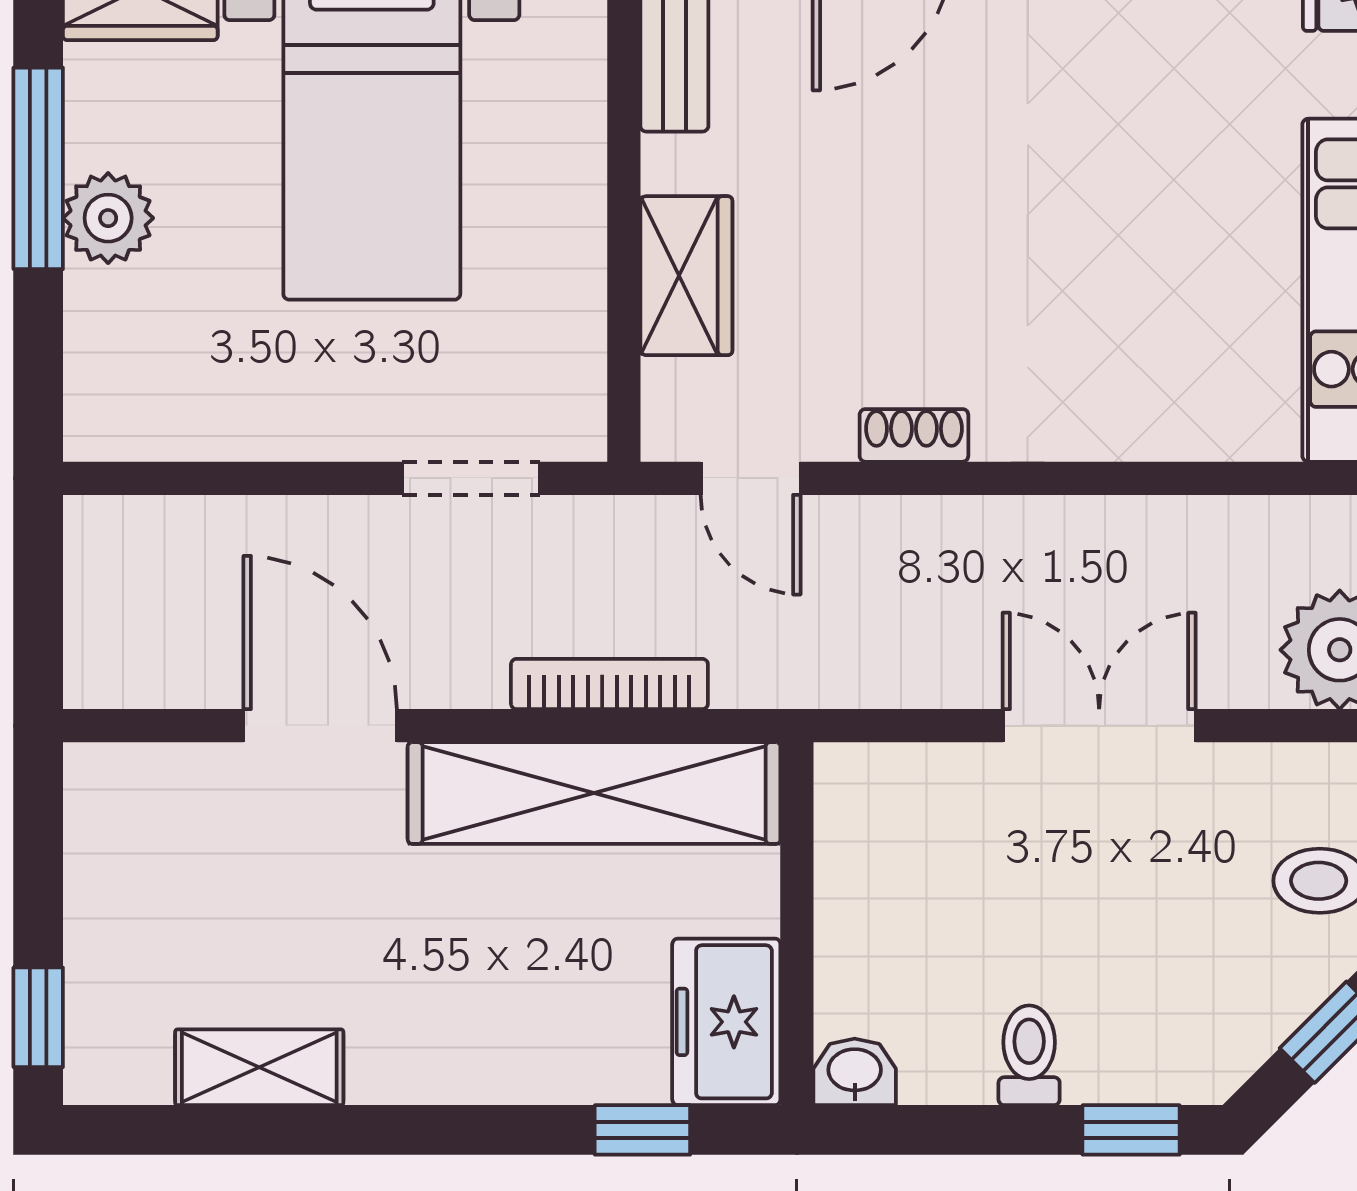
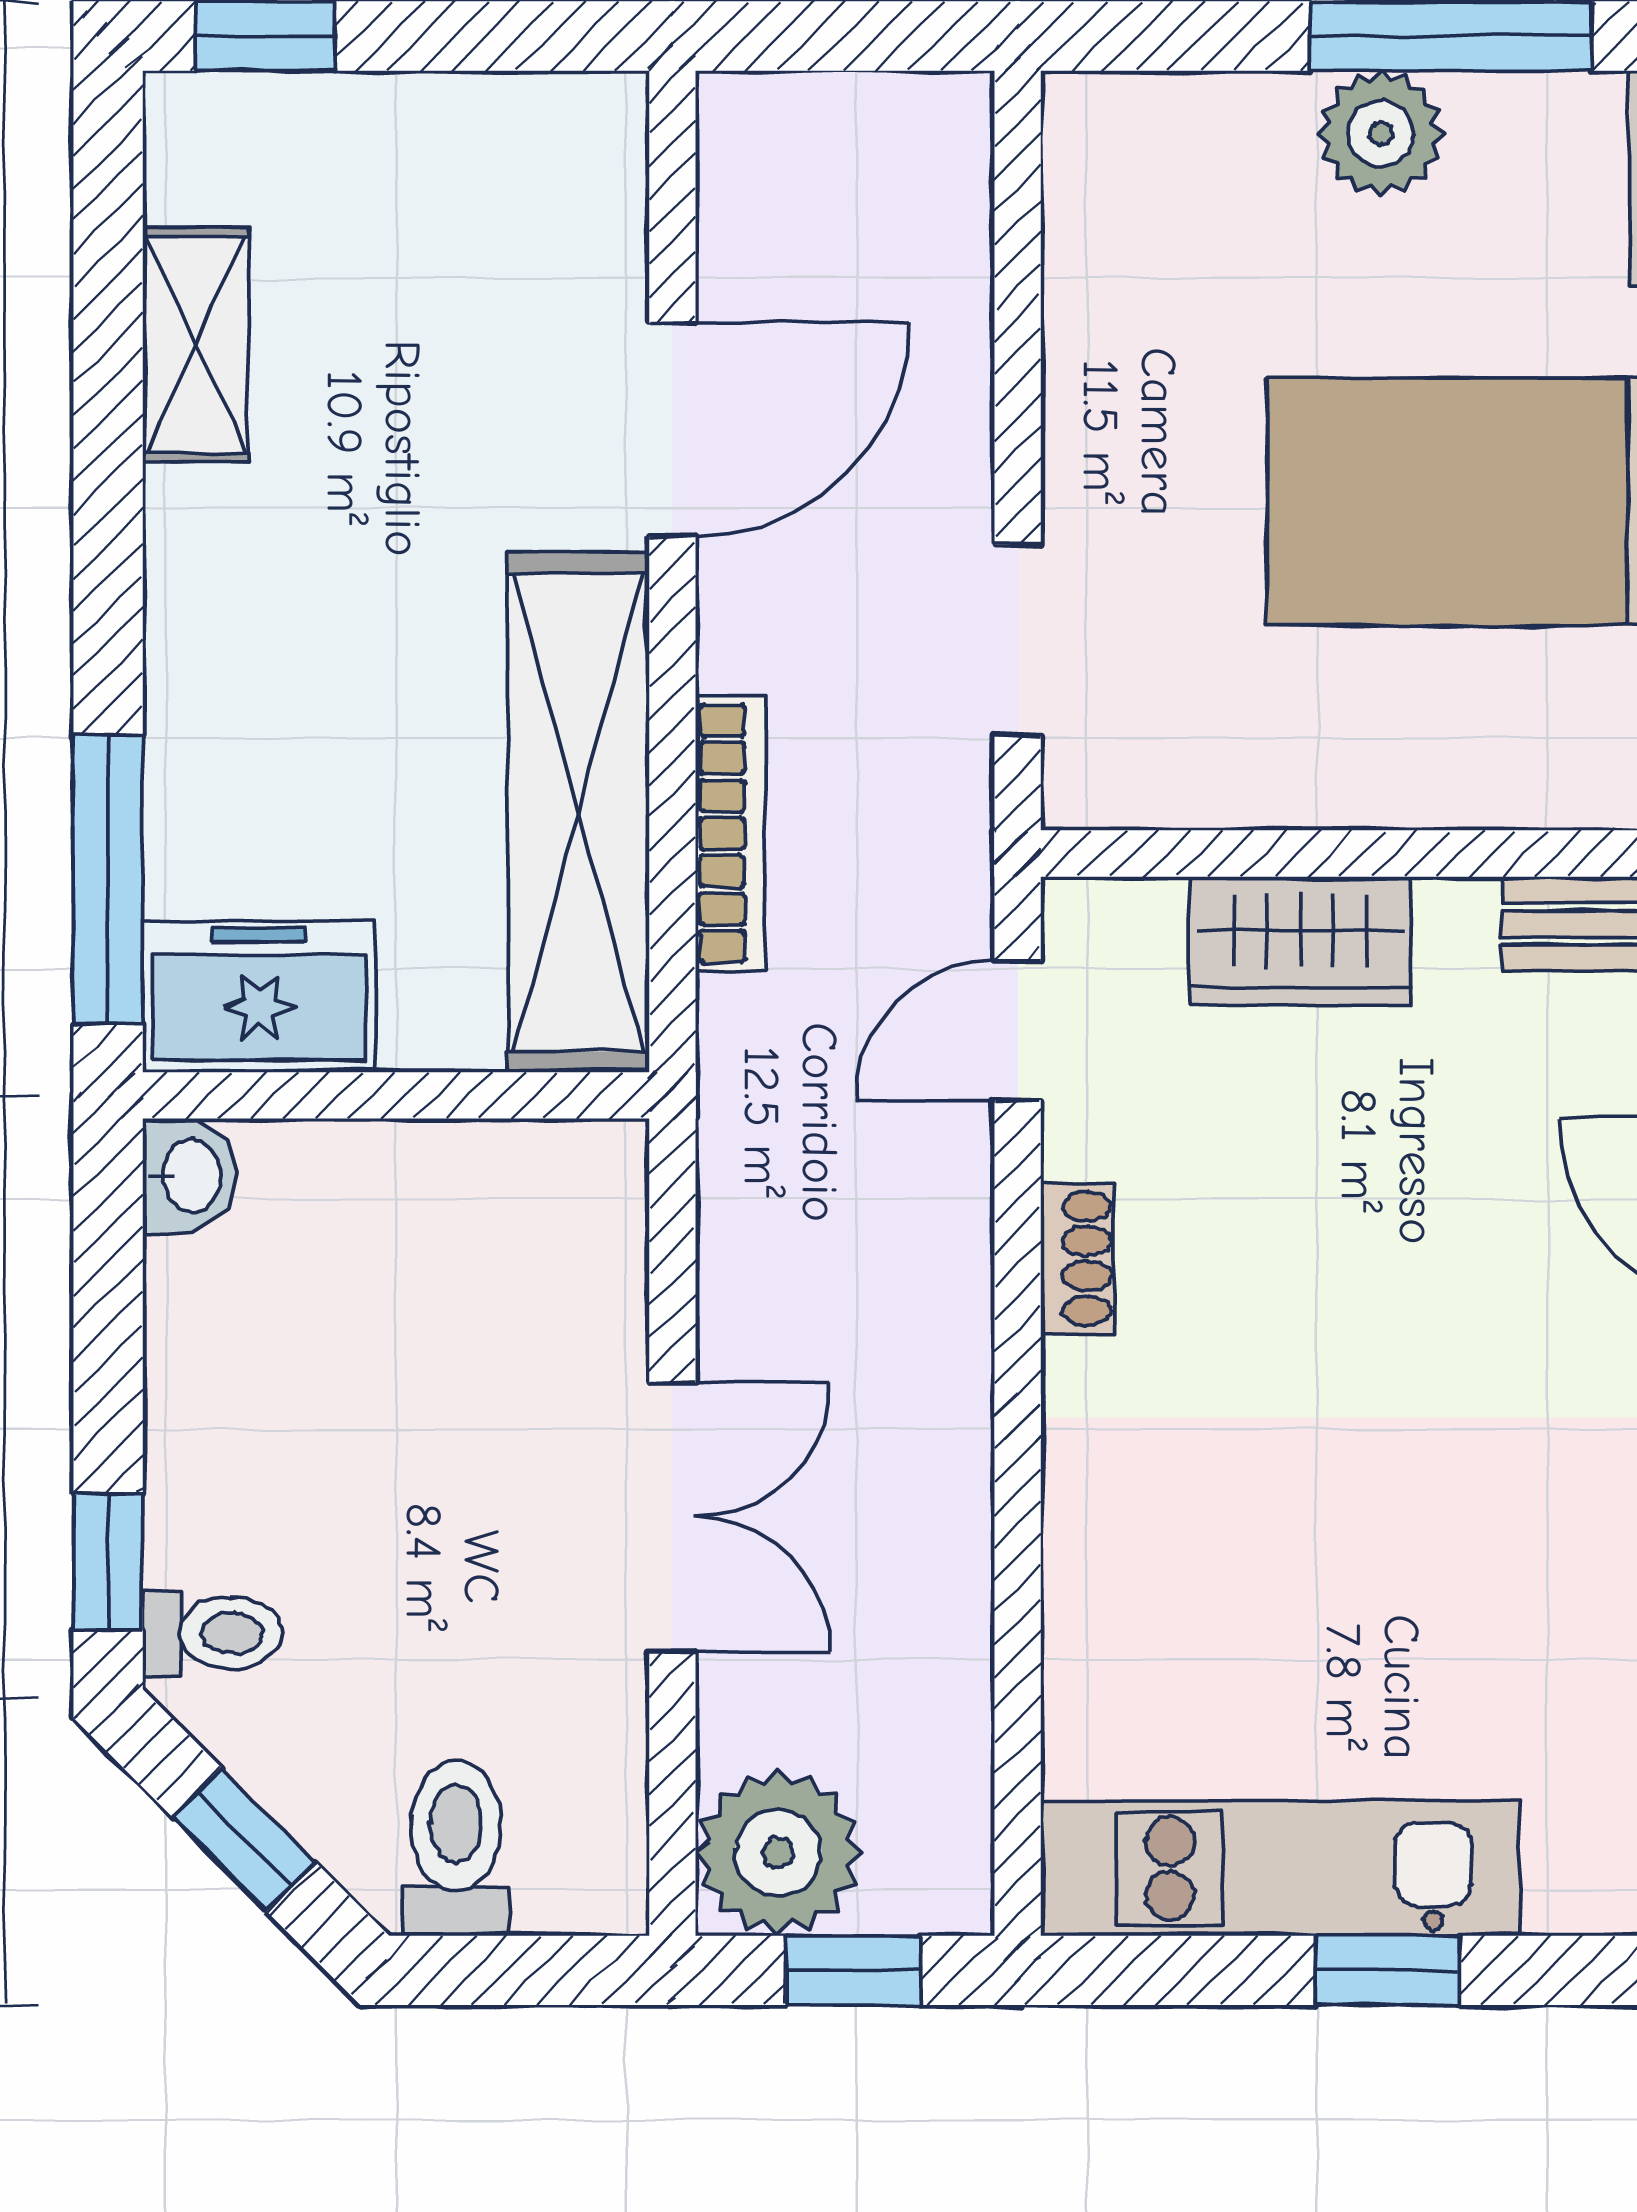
toilet: (1029, 1055) -> (212, 1633), moved
window: (642, 1130) -> (108, 880), width x2.17

